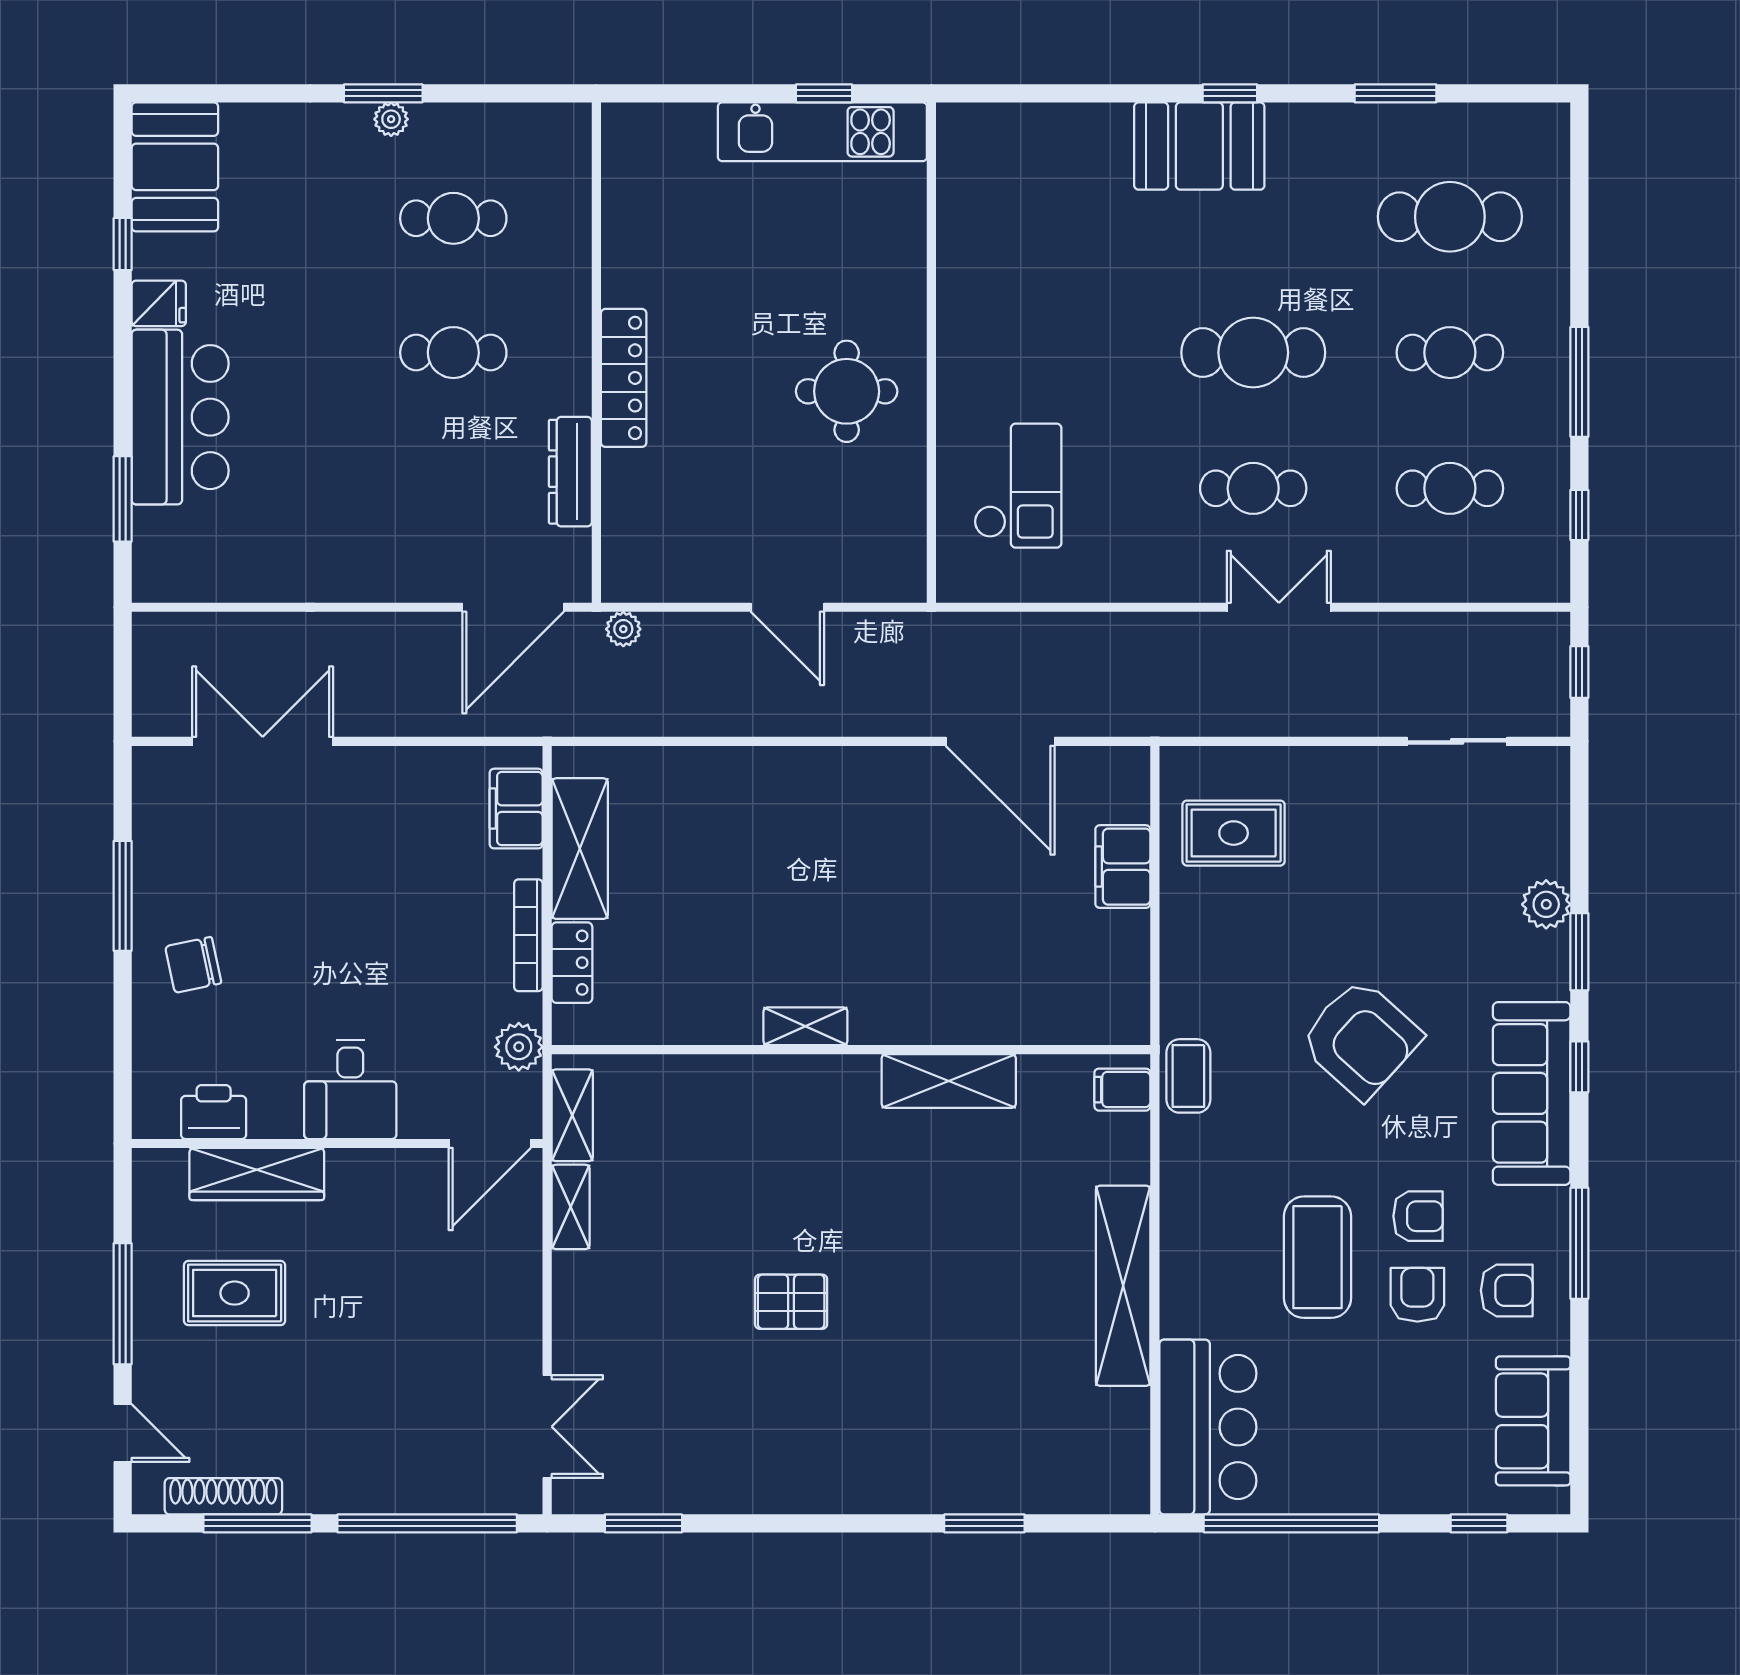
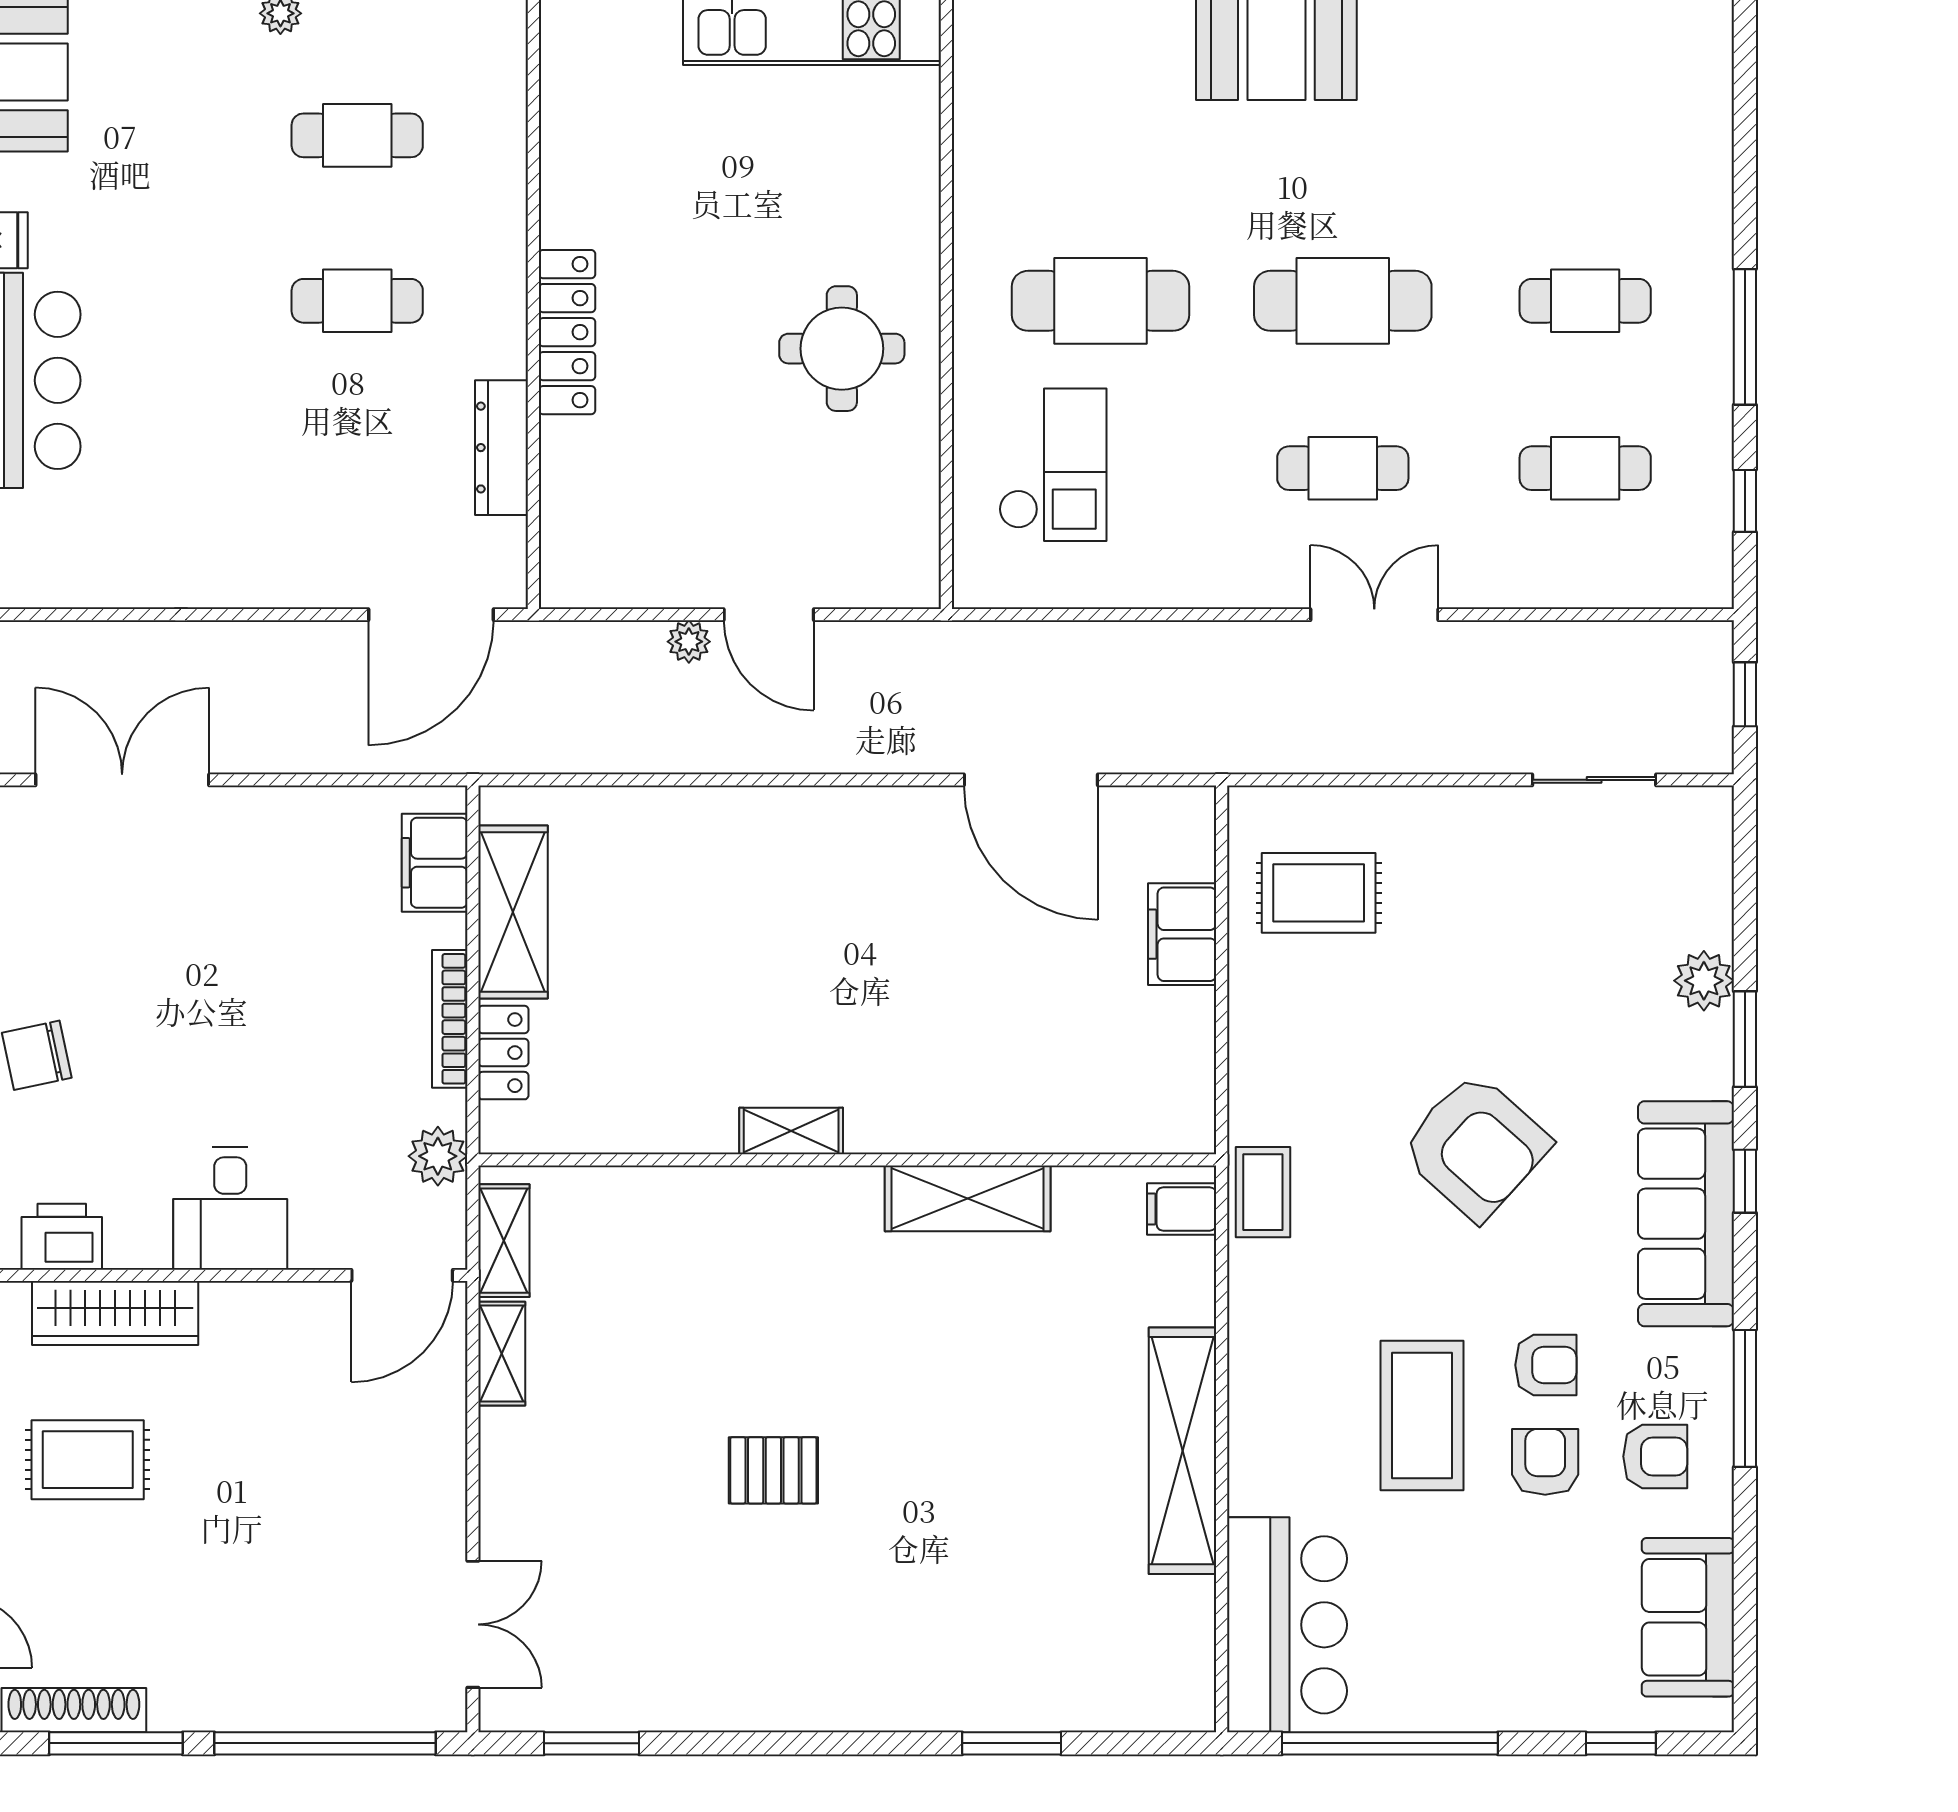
cafe table: (1450, 217) -> (1100, 301), moved
plant: (623, 629) -> (689, 642), moved

